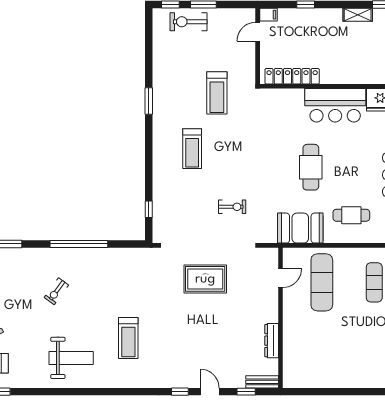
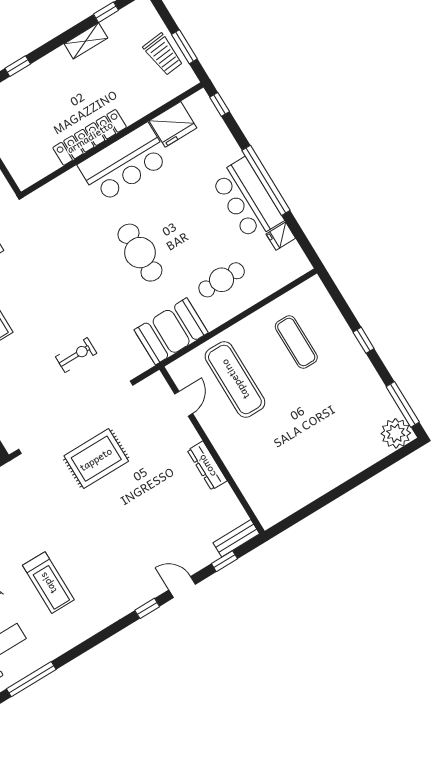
locker: (292, 76) -> (90, 137), moved
dresser: (272, 341) -> (207, 466), moved
window: (81, 392) -> (31, 679), added

